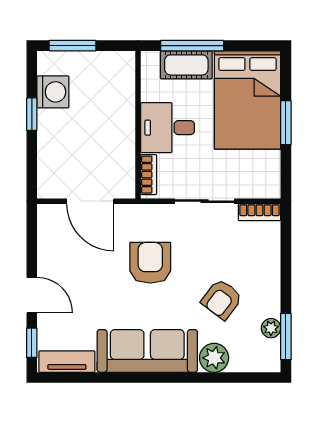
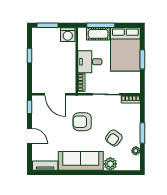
washing machine: (53, 92) -> (68, 35), moved, turned 90
armchair: (150, 263) -> (82, 122), turned -90
window: (286, 337) -> (142, 133), moved
window: (32, 343) -> (29, 107), moved

